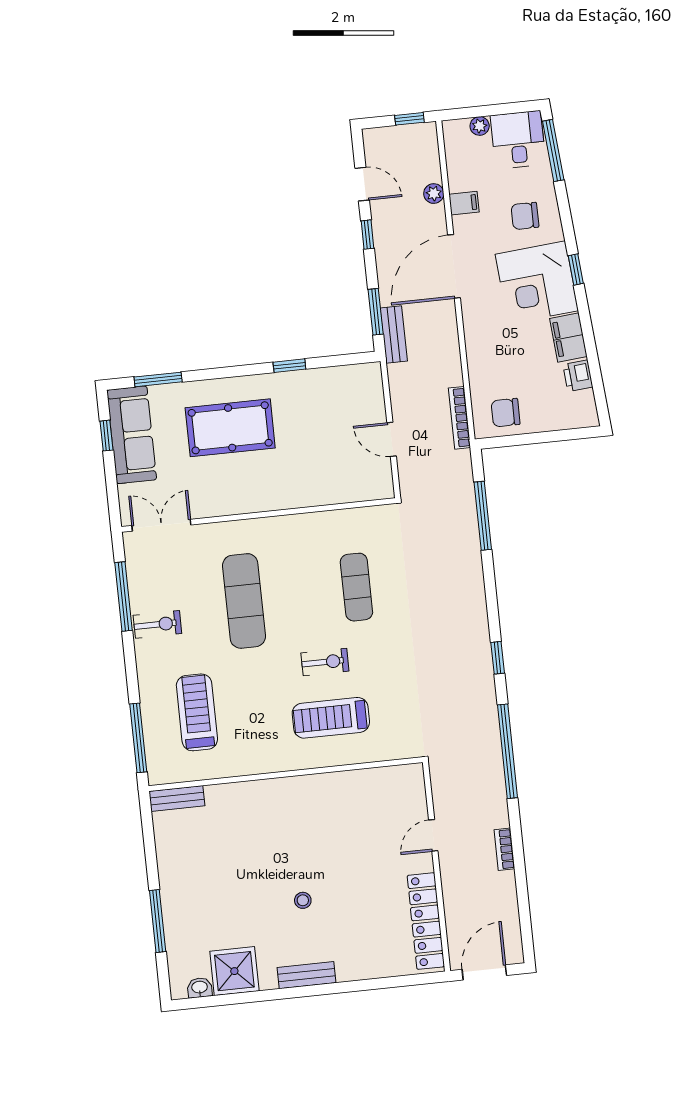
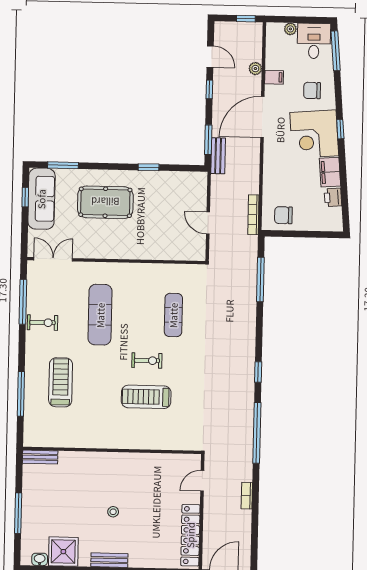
wall: (286, 774) -> (112, 450), moved
bench: (177, 798) -> (40, 457), moved

